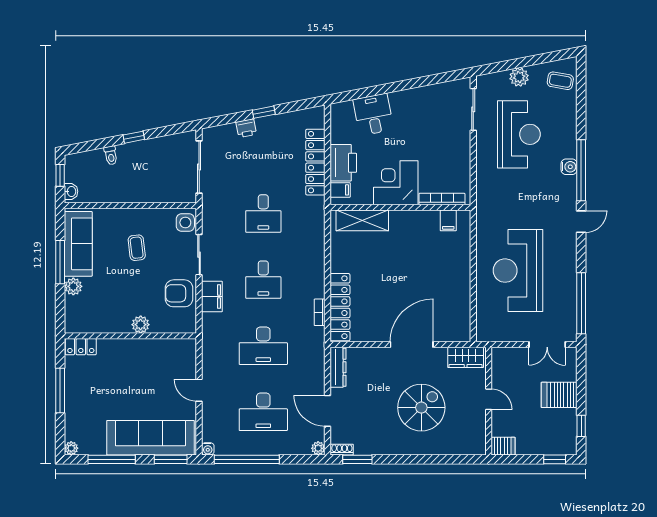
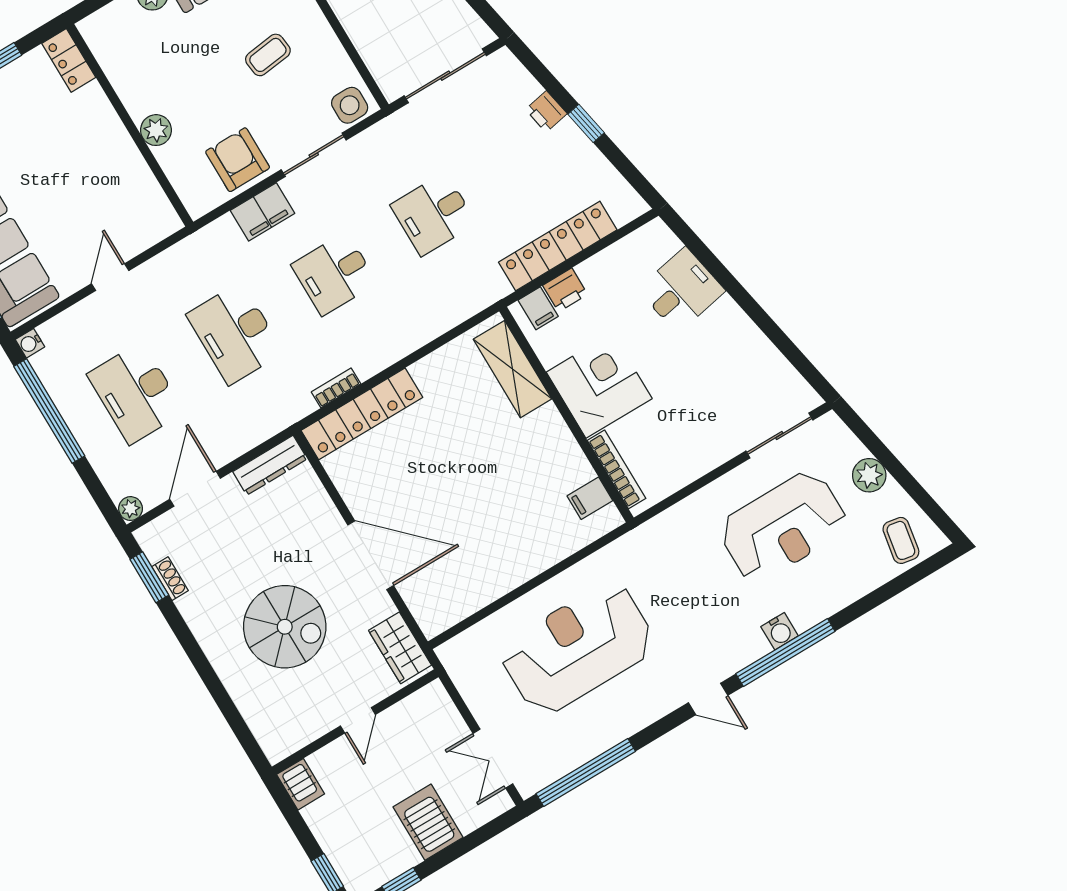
printer: (343, 163) -> (565, 290), width x0.53, depth x0.68
shoe rack: (342, 450) -> (170, 579), moved

